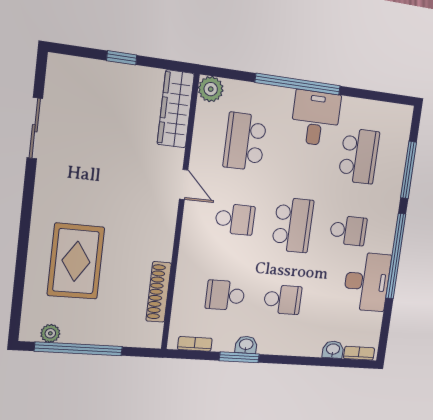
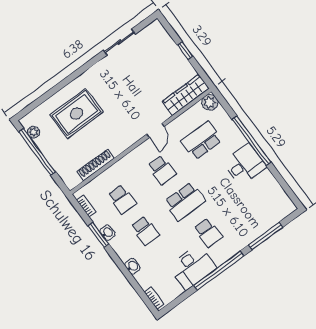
school desk: (359, 156) -> (248, 203), removed
school desk: (225, 295) -> (122, 199), turned 180
washbasin: (333, 350) -> (132, 266), moved

